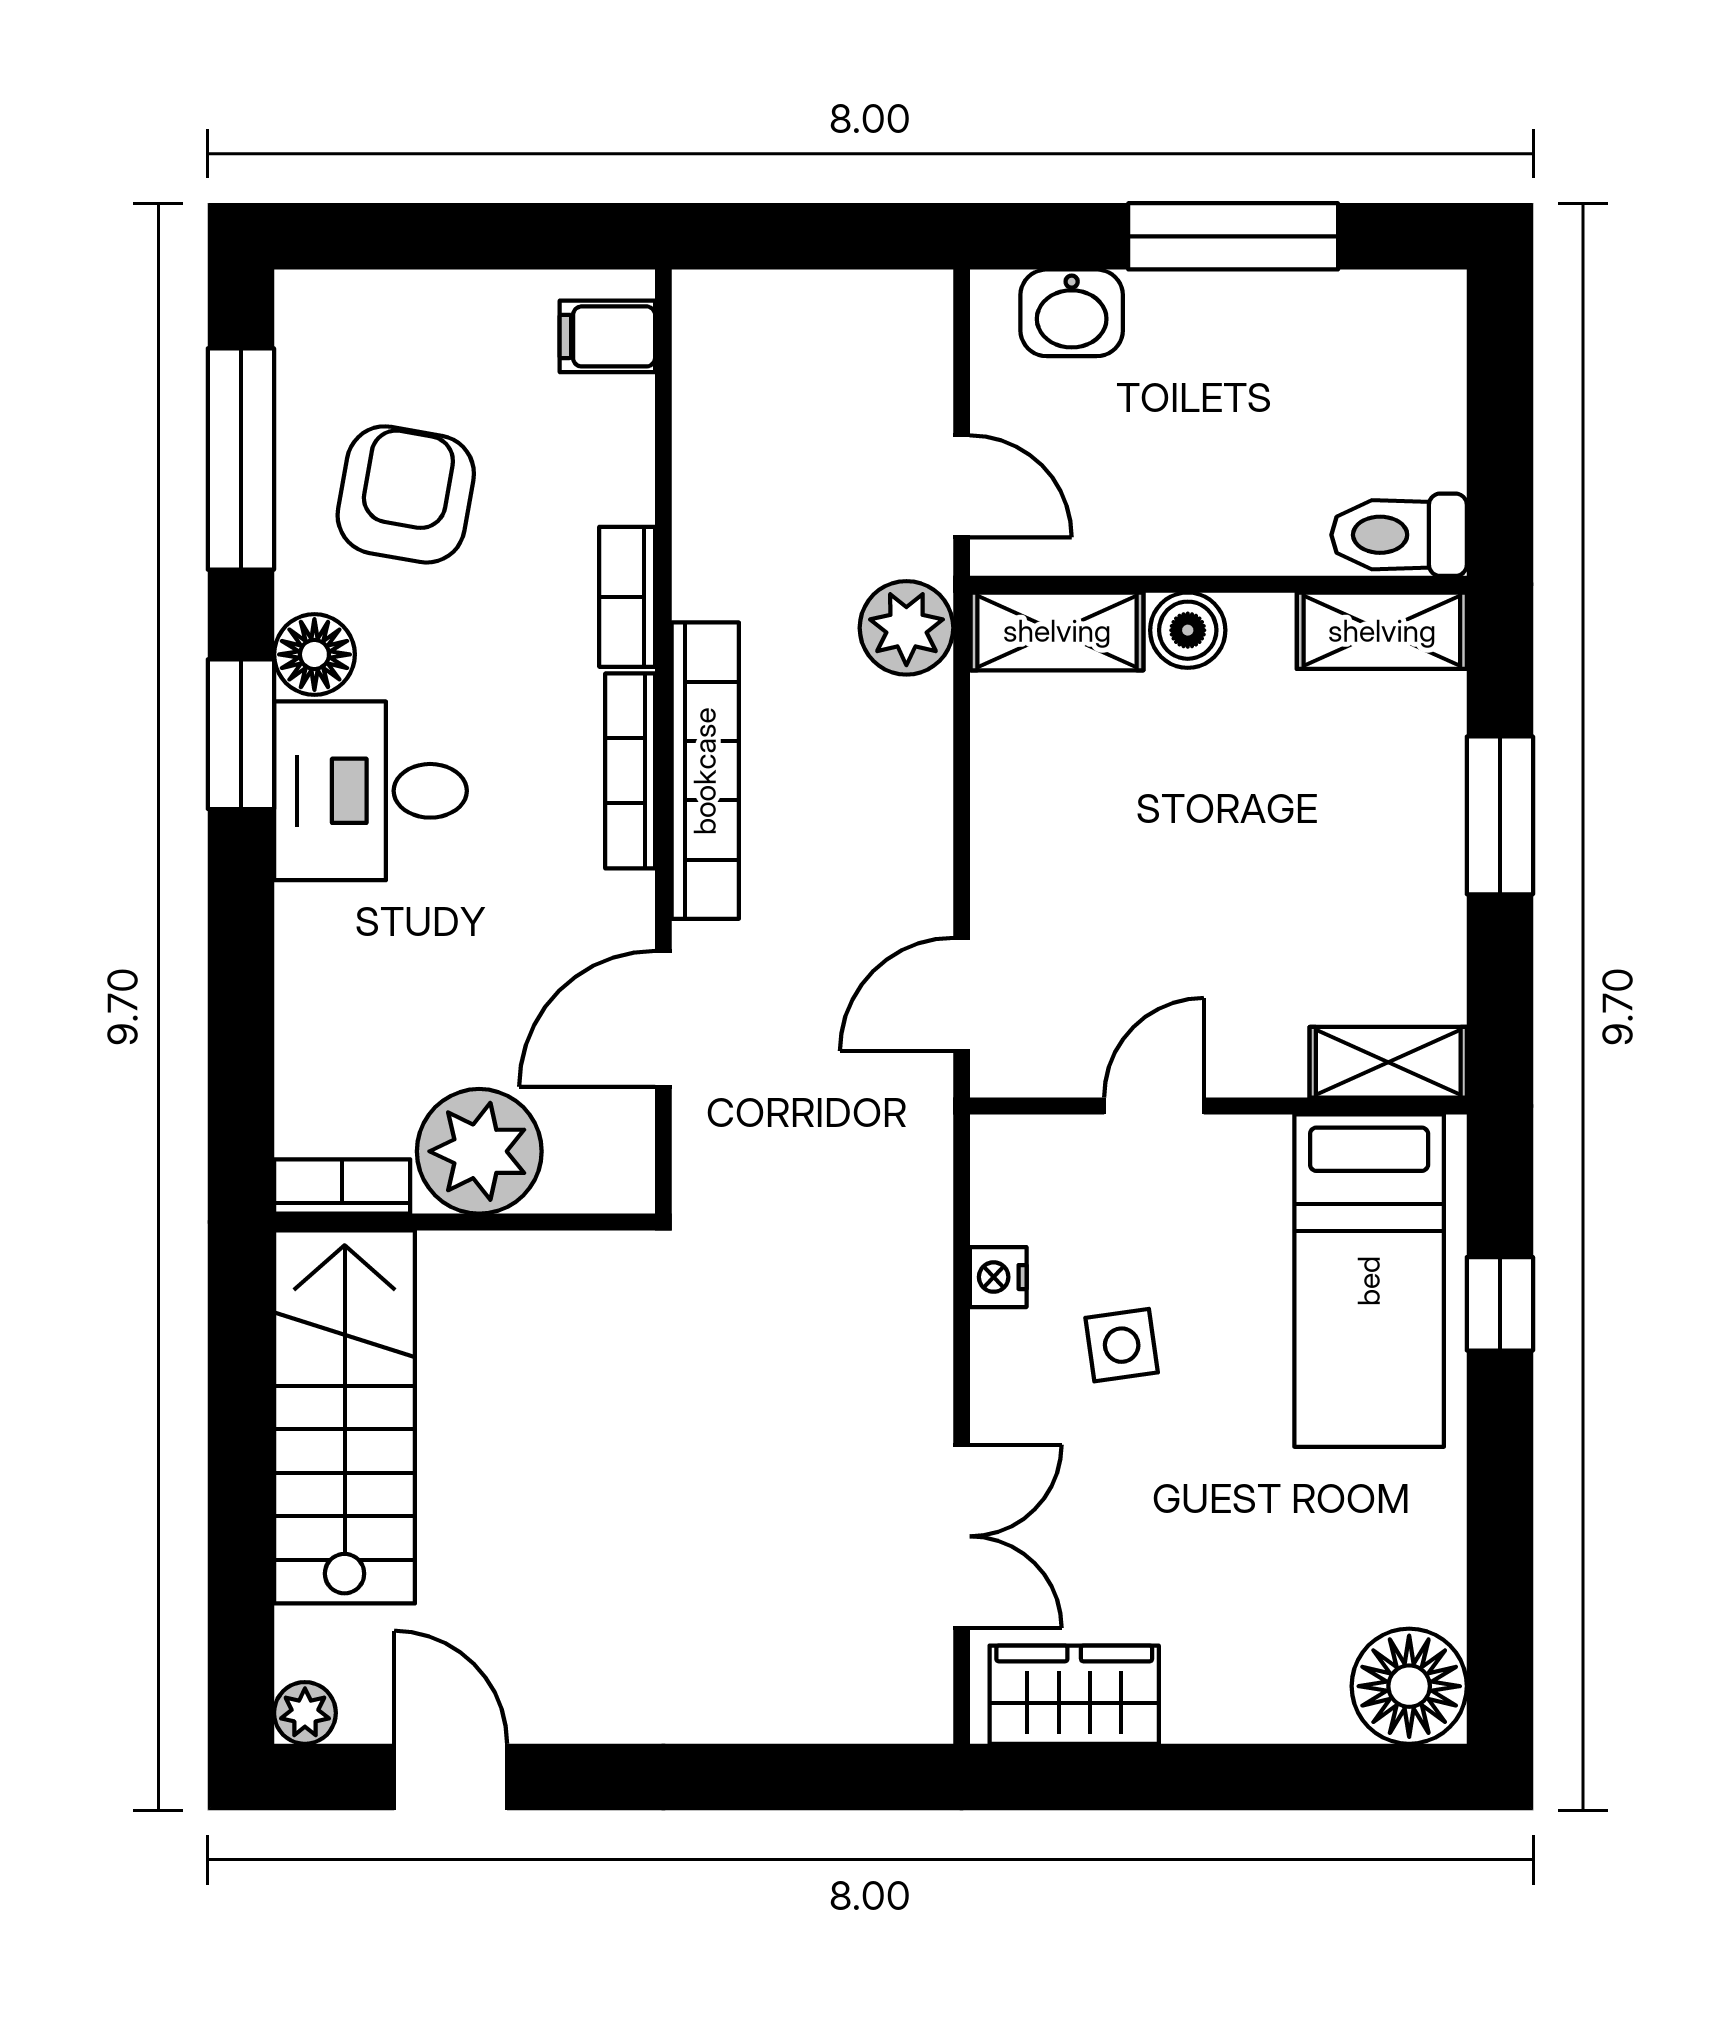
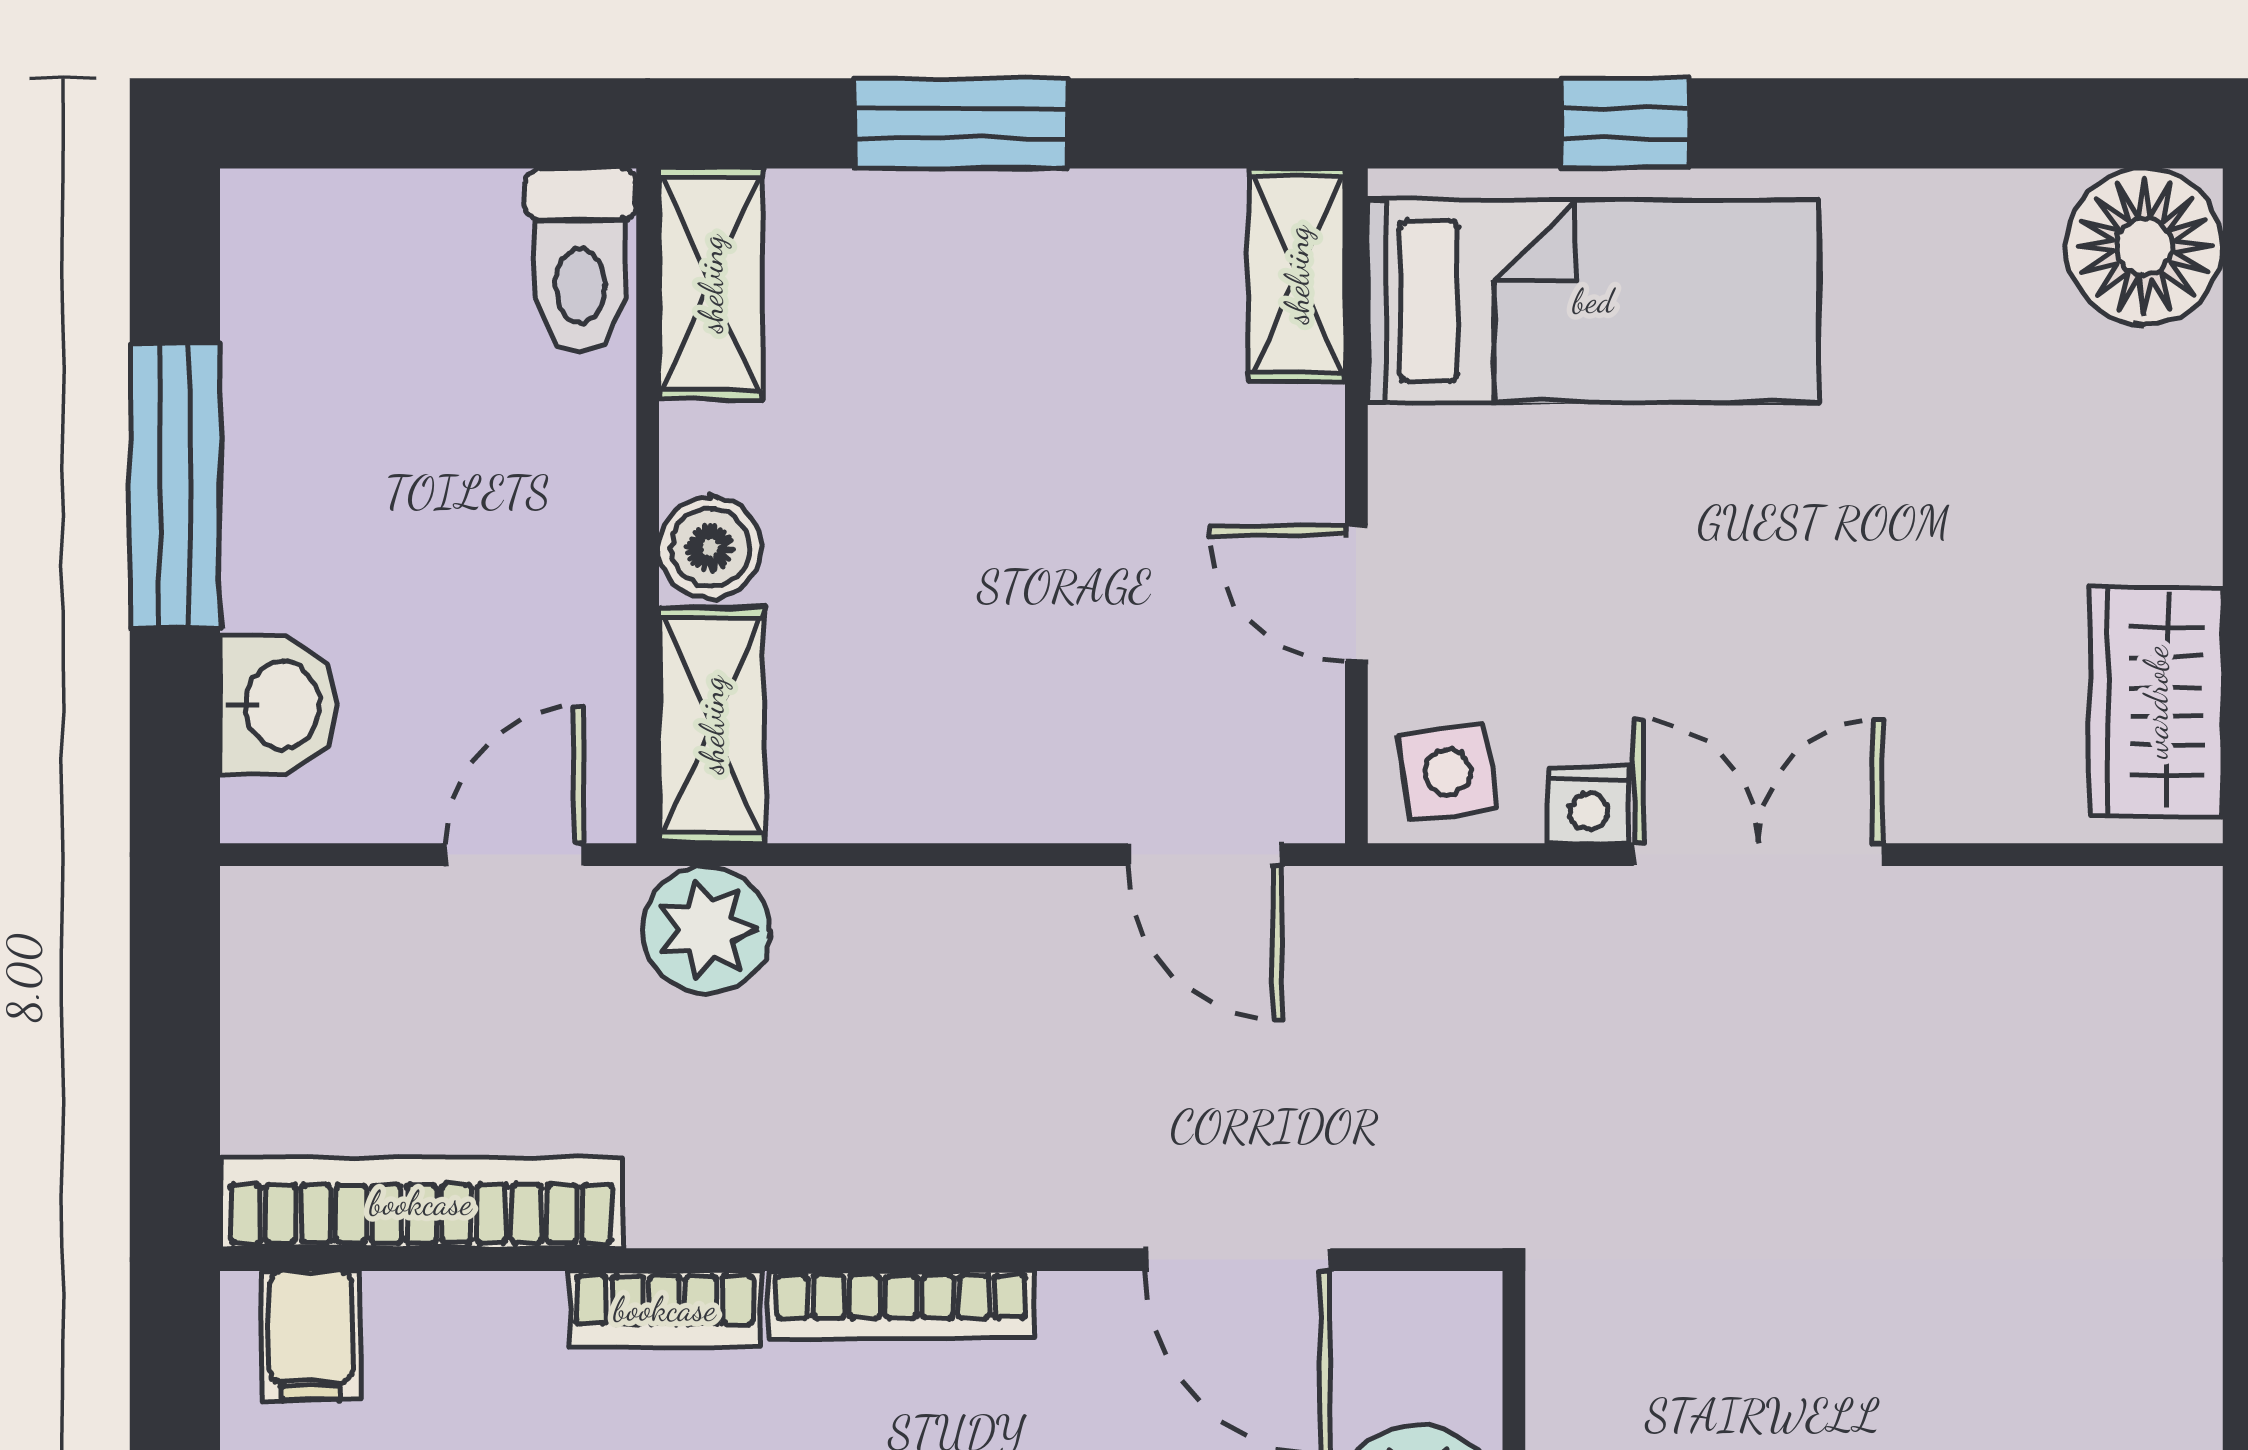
bookcase: (705, 771) -> (421, 1203), moved
side table: (1122, 1345) -> (1448, 772), moved
double door: (962, 1536) -> (1758, 855), moved

